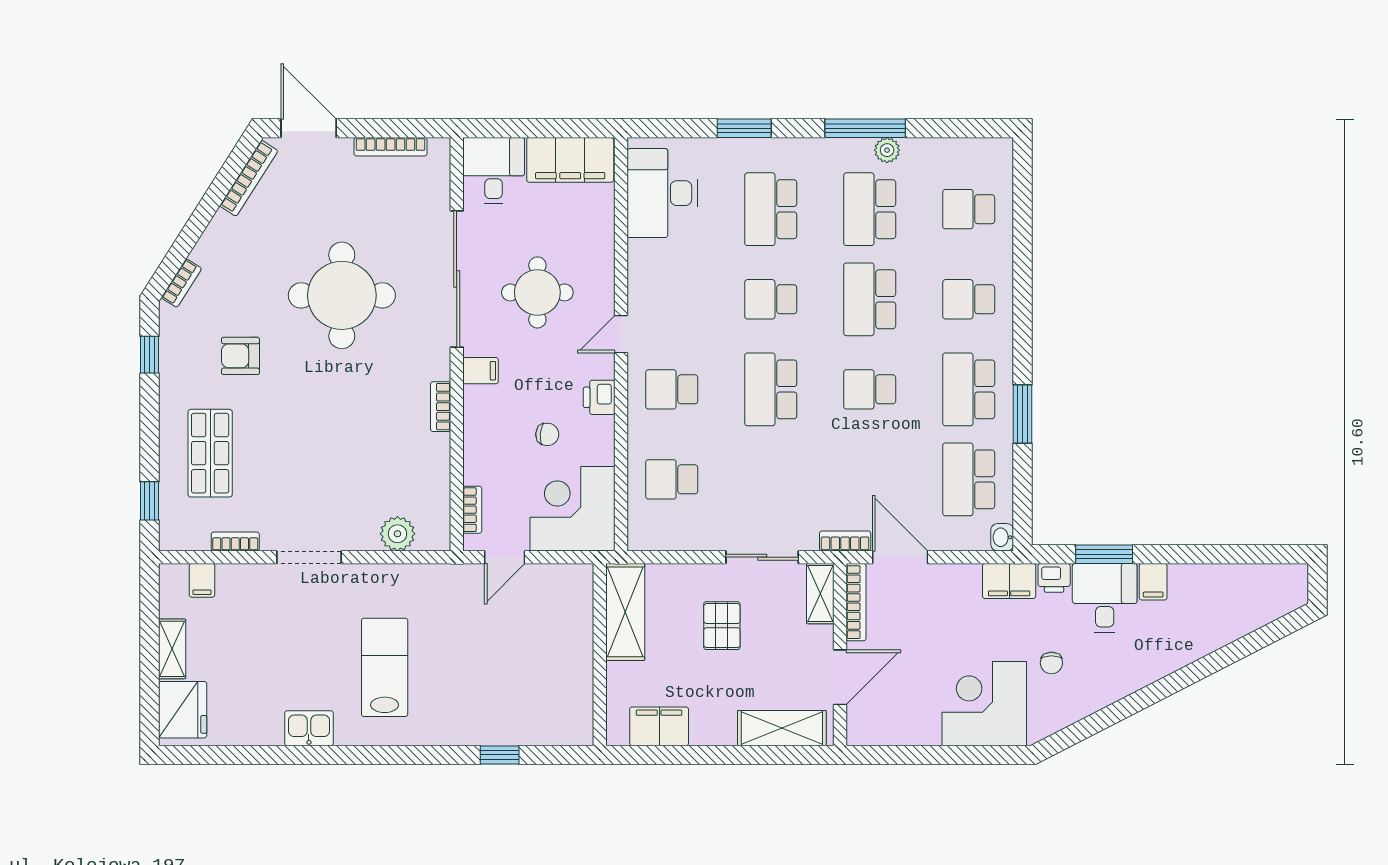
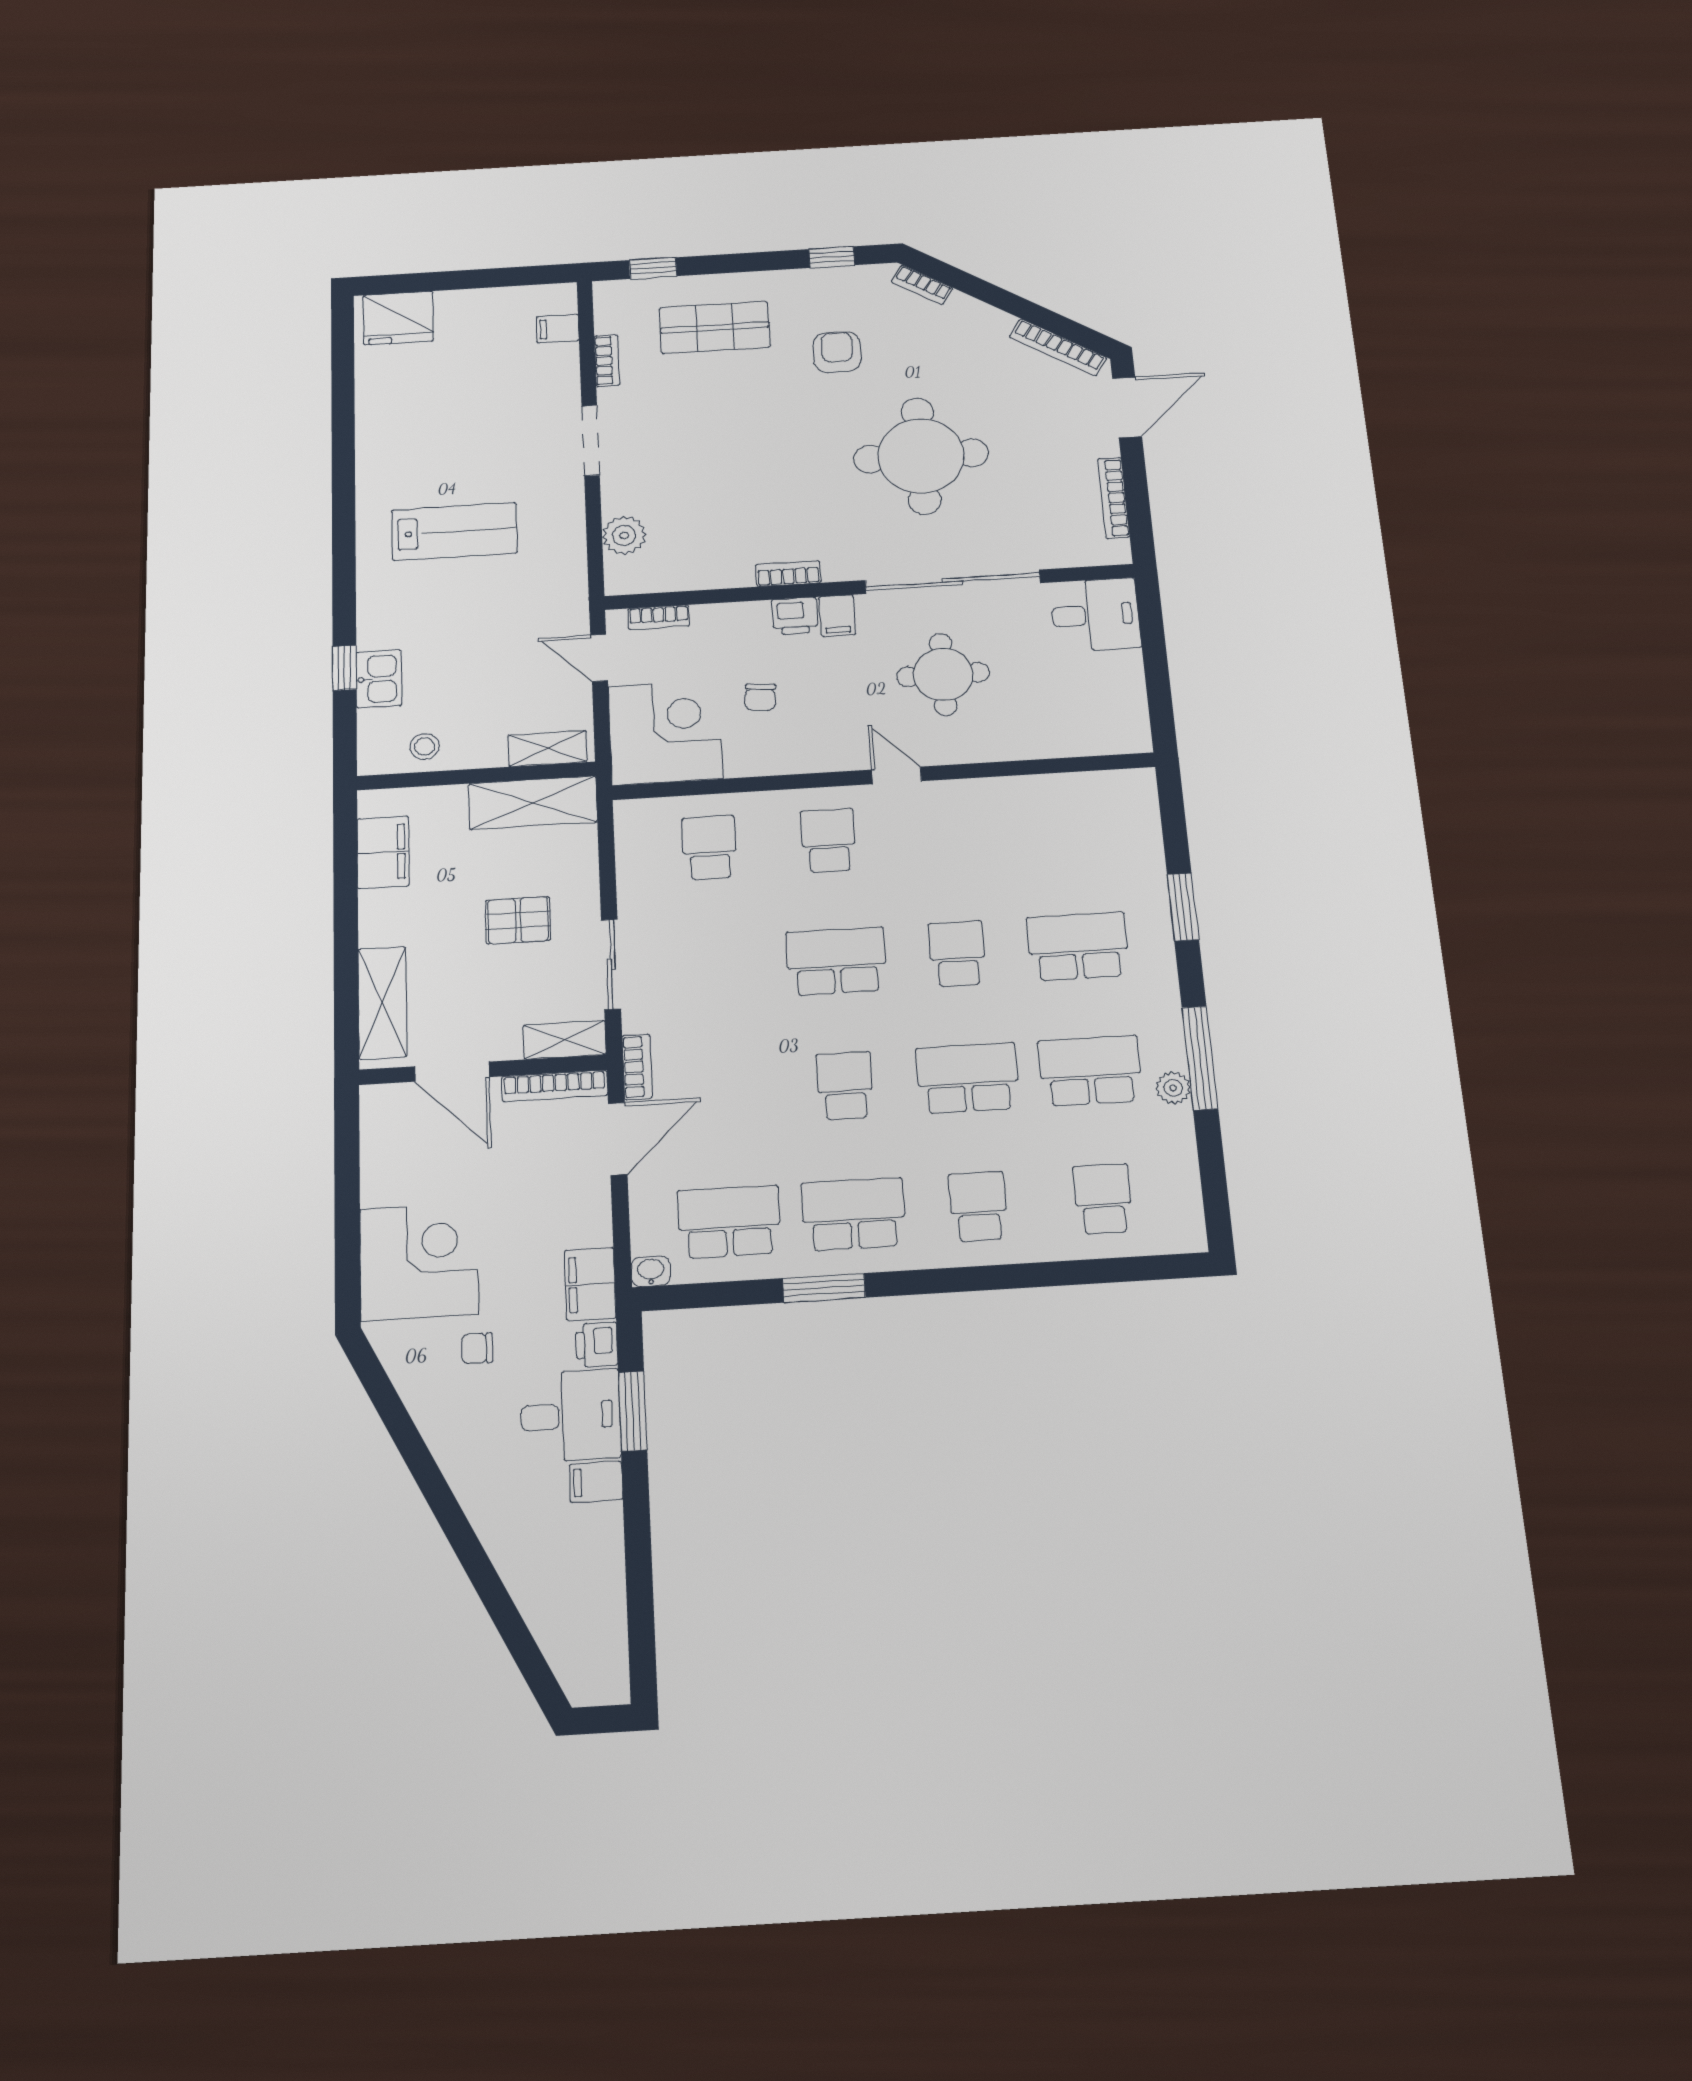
filing cabinet: (570, 160) -> (1119, 702), removed
desk: (662, 193) -> (1086, 813), removed
printer: (599, 397) -> (795, 616), moved, turned 180
shelving: (172, 649) -> (547, 749), moved
stool: (572, 694) -> (424, 746), added
kitchen sink: (309, 728) -> (379, 679), moved

